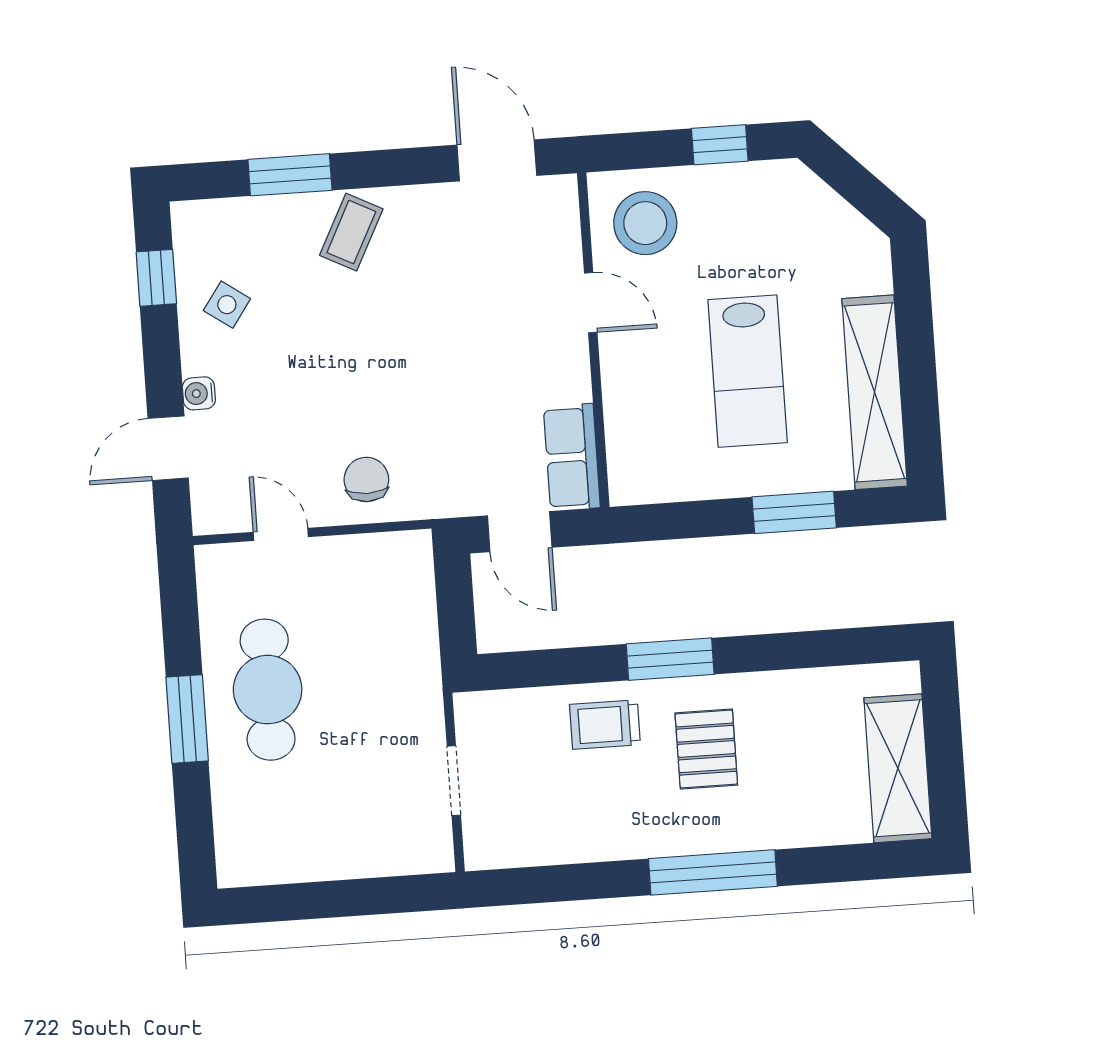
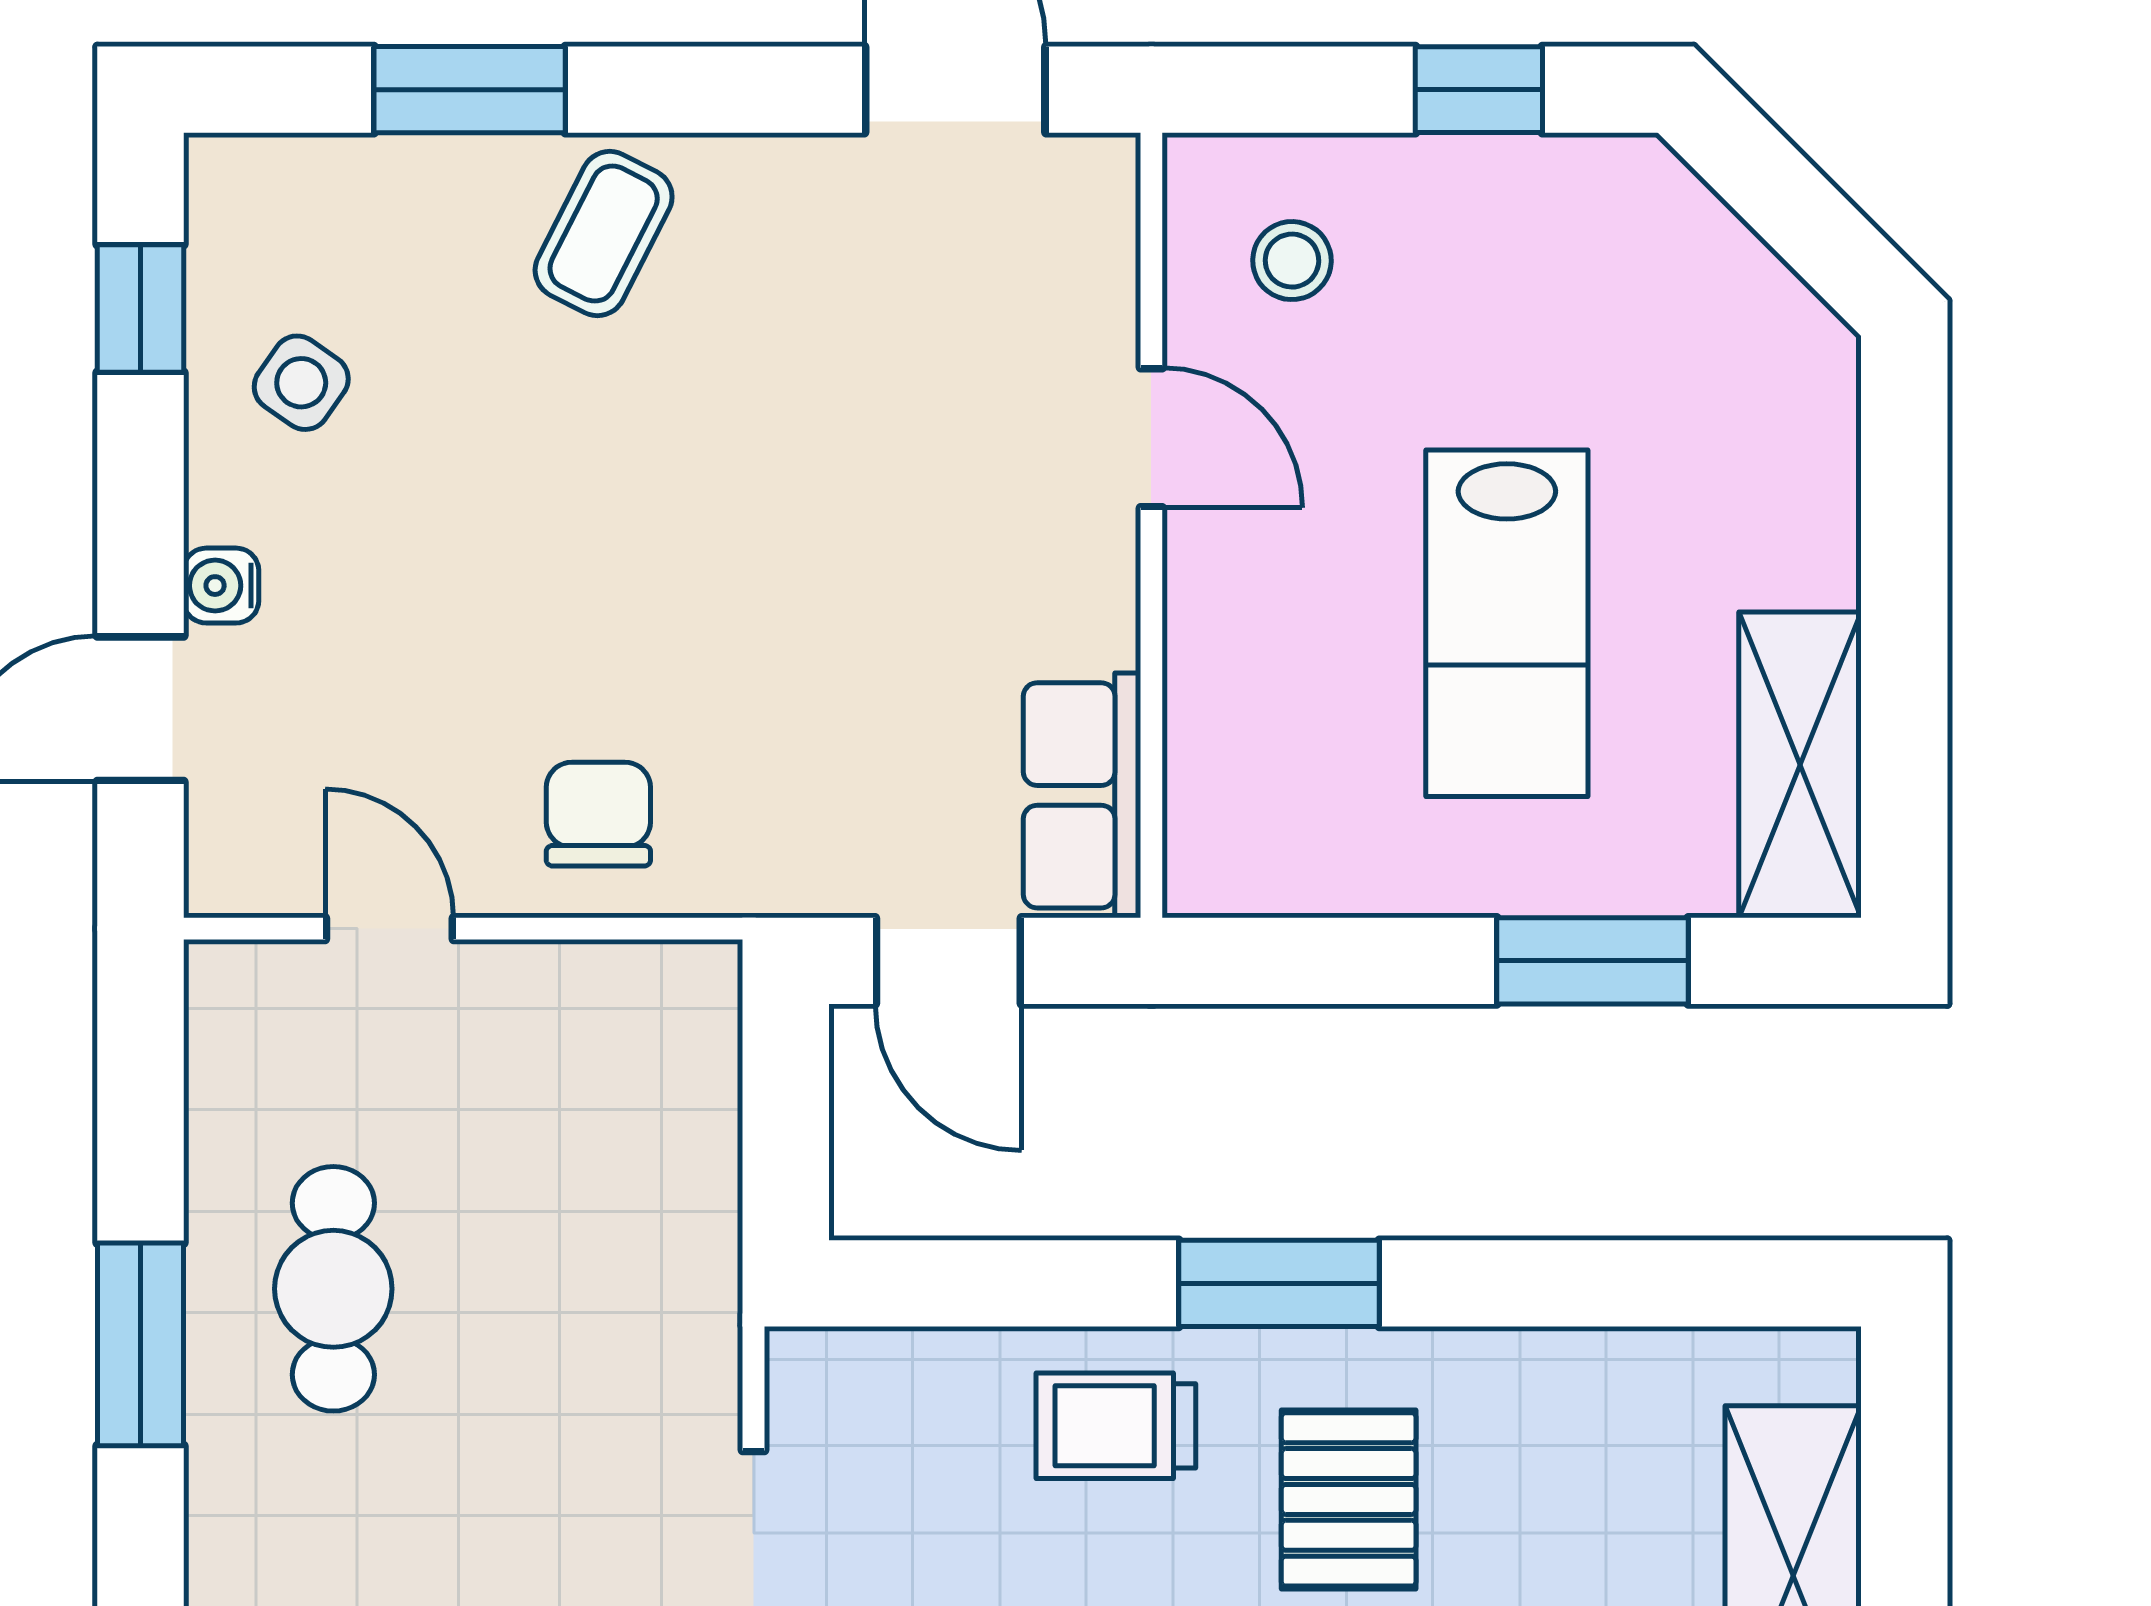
stool: (645, 223) -> (1292, 261), width x0.53, depth x0.53
shelving: (875, 392) -> (1800, 765), width x0.68
cafe table: (268, 690) -> (333, 1289), width x0.73, depth x0.74

